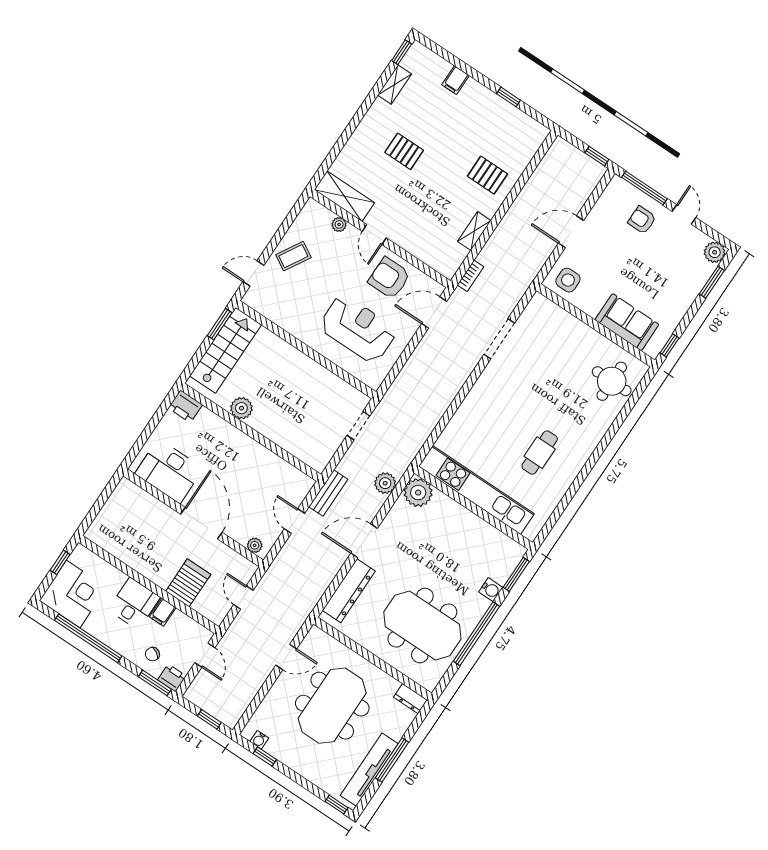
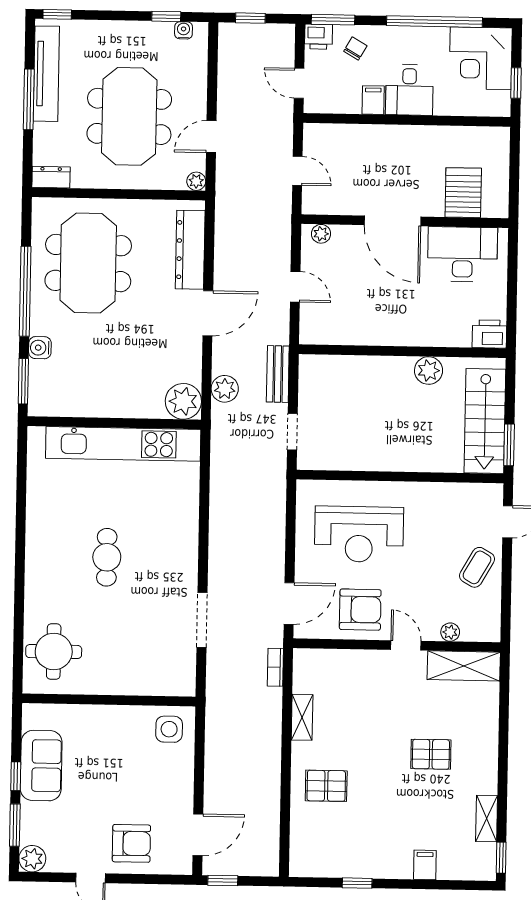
window: (644, 188) -> (151, 879), removed
armchair: (642, 220) -> (131, 843), width x1.38, depth x1.38
door: (571, 232) -> (198, 835), moved
sofa: (627, 322) -> (41, 766), moved, turned -90
window: (670, 345) -> (16, 776), moved
cafe table: (540, 453) -> (107, 557), moved
bench: (328, 493) -> (278, 374), moved
server rack: (188, 583) -> (463, 193), moved, turned 180
meeting table: (422, 626) -> (88, 263), turned 90
plant: (315, 634) -> (196, 181), added

